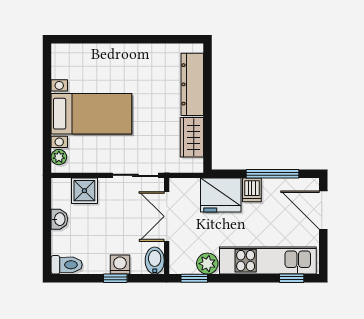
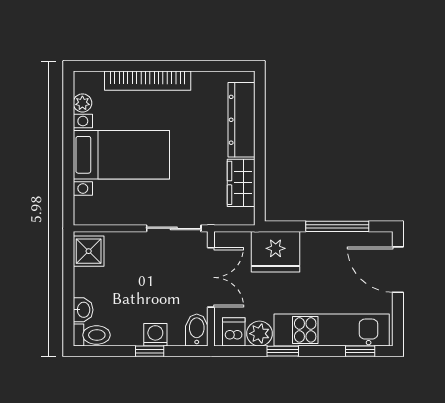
bookcase: (113, 52) -> (148, 81), added
plant: (59, 157) -> (82, 103), moved
dishwasher: (252, 190) -> (234, 332), moved, turned 180
shower: (84, 191) -> (89, 251), moved
double door: (167, 216) -> (211, 277), swing flipped
washbasin: (59, 219) -> (83, 310), moved
window: (194, 278) -> (283, 351), moved

